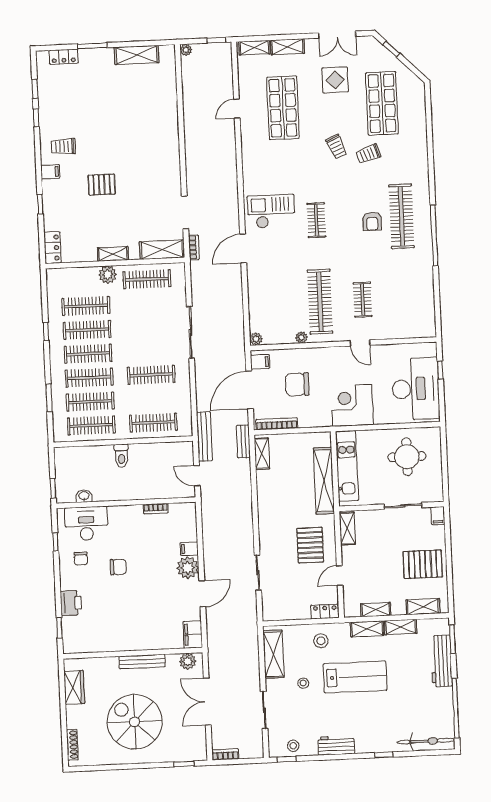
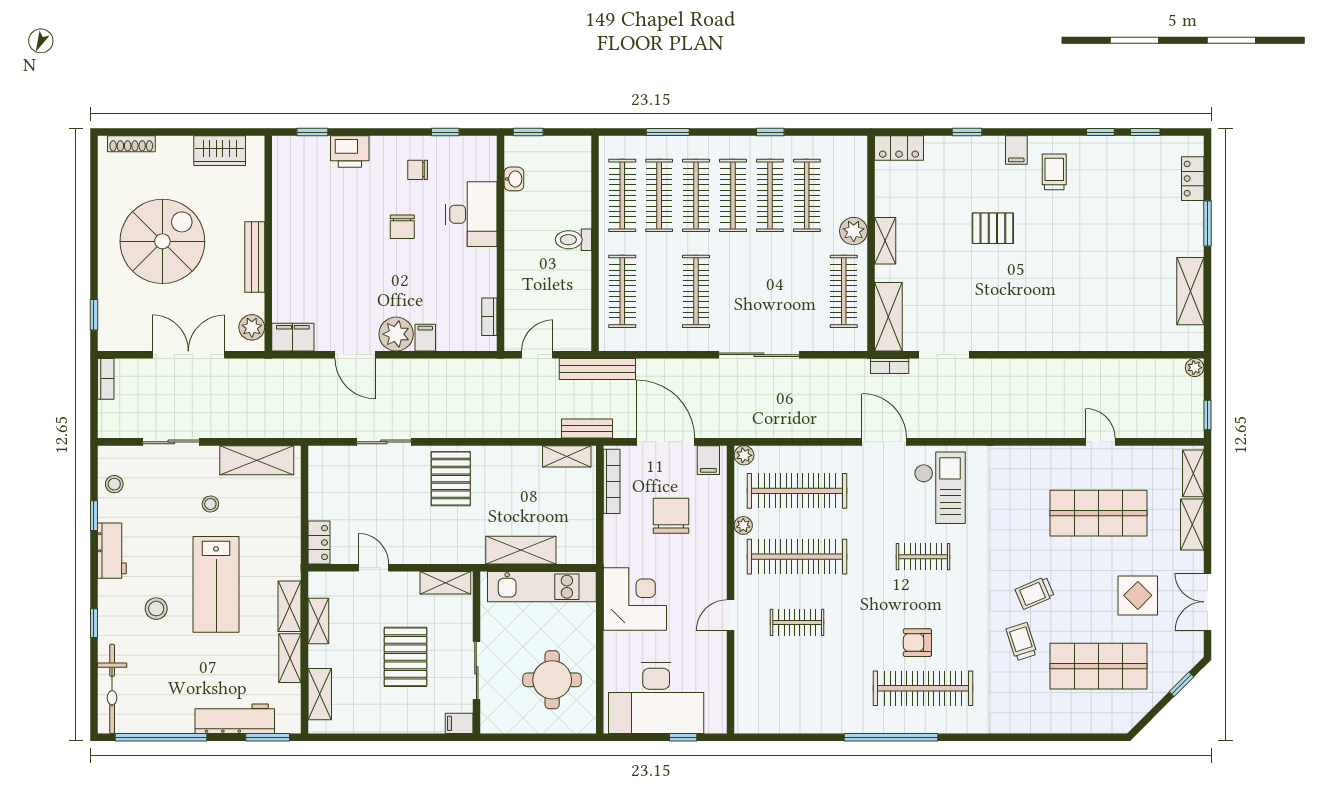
pallet: (102, 185) -> (993, 228), turned 90
clothes rail: (277, 304) -> (797, 491), added
shelving: (324, 481) -> (521, 550), width x0.68
bookcase: (156, 509) -> (489, 317), moved
desk: (86, 524) -> (471, 214), moved
pallet: (310, 545) -> (451, 479), moved, turned 90
pallet: (423, 564) -> (405, 657), moved
stool: (321, 641) -> (156, 609), moved
window: (287, 759) -> (94, 516), moved

